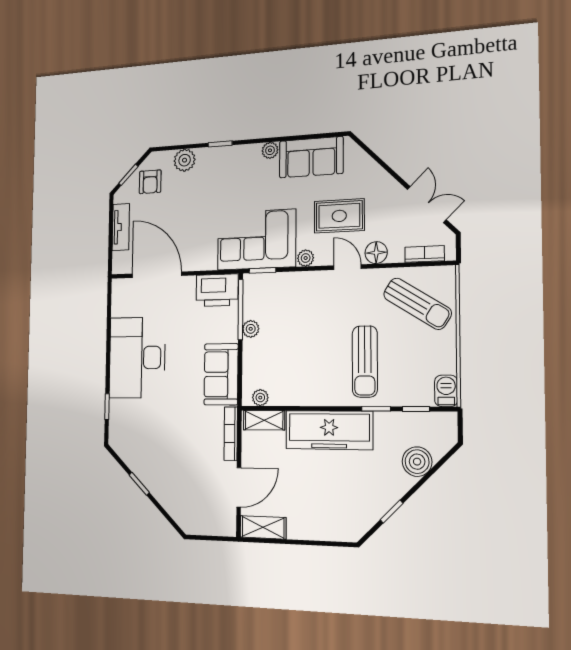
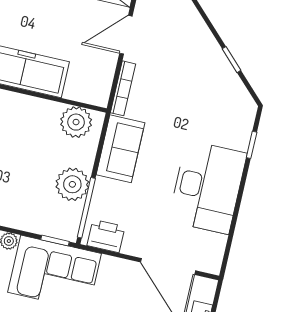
printer: (217, 290) -> (106, 236), width x0.73, depth x0.84
plant: (251, 329) -> (72, 184), width x1.87, depth x1.87
plant: (260, 398) -> (76, 122), width x1.88, depth x1.88
shelving: (264, 420) -> (86, 94), removed

